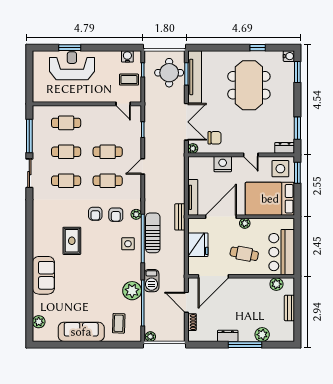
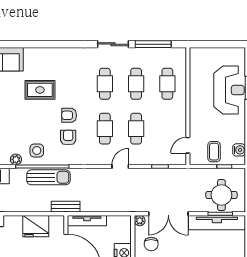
door: (143, 166) -> (120, 166), hinge flipped
plant: (136, 214) -> (16, 159), moved
armchair: (116, 215) -> (68, 137), turned 90

